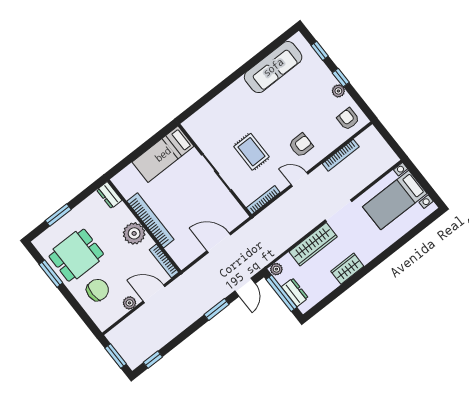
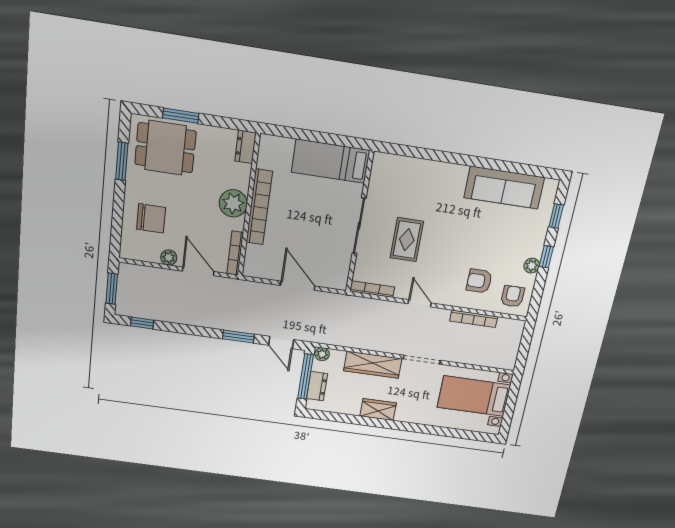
armchair: (301, 145) -> (479, 281), moved, turned 180
dining table: (76, 255) -> (165, 148), moved
door: (245, 287) -> (281, 342), hinge flipped

